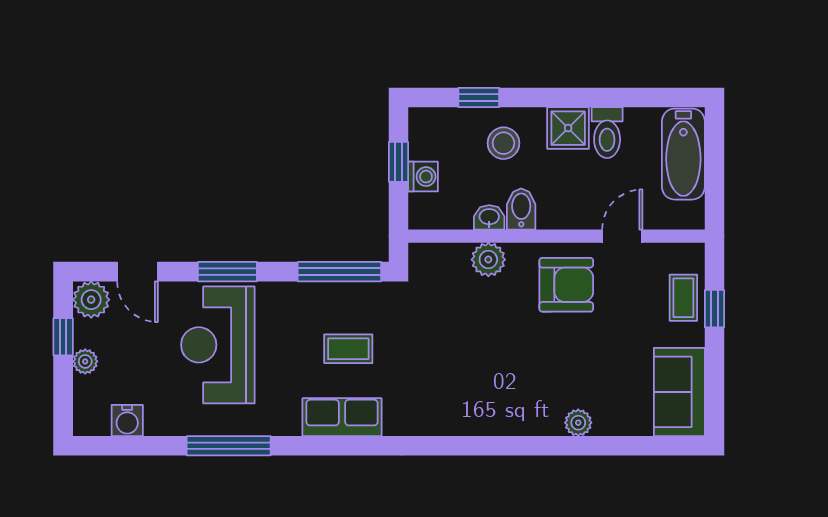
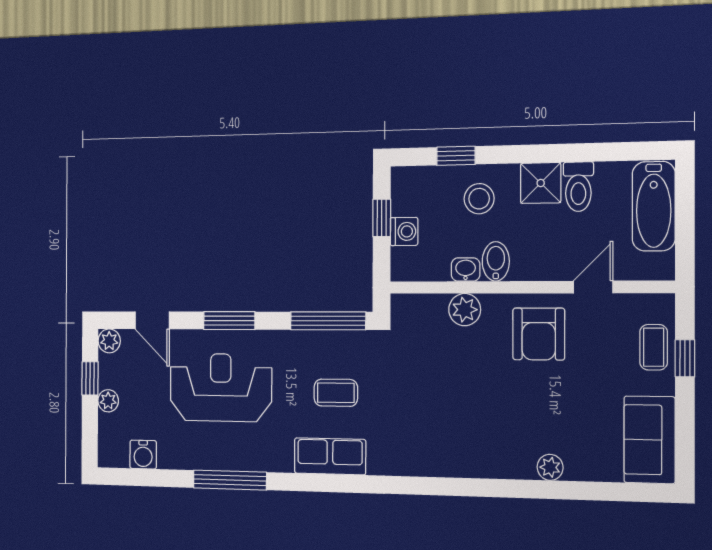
armchair: (566, 285) -> (539, 334), turned 90
plant: (91, 300) -> (109, 341), width x0.73, depth x0.73
reception desk: (218, 345) -> (221, 388), turned 90

